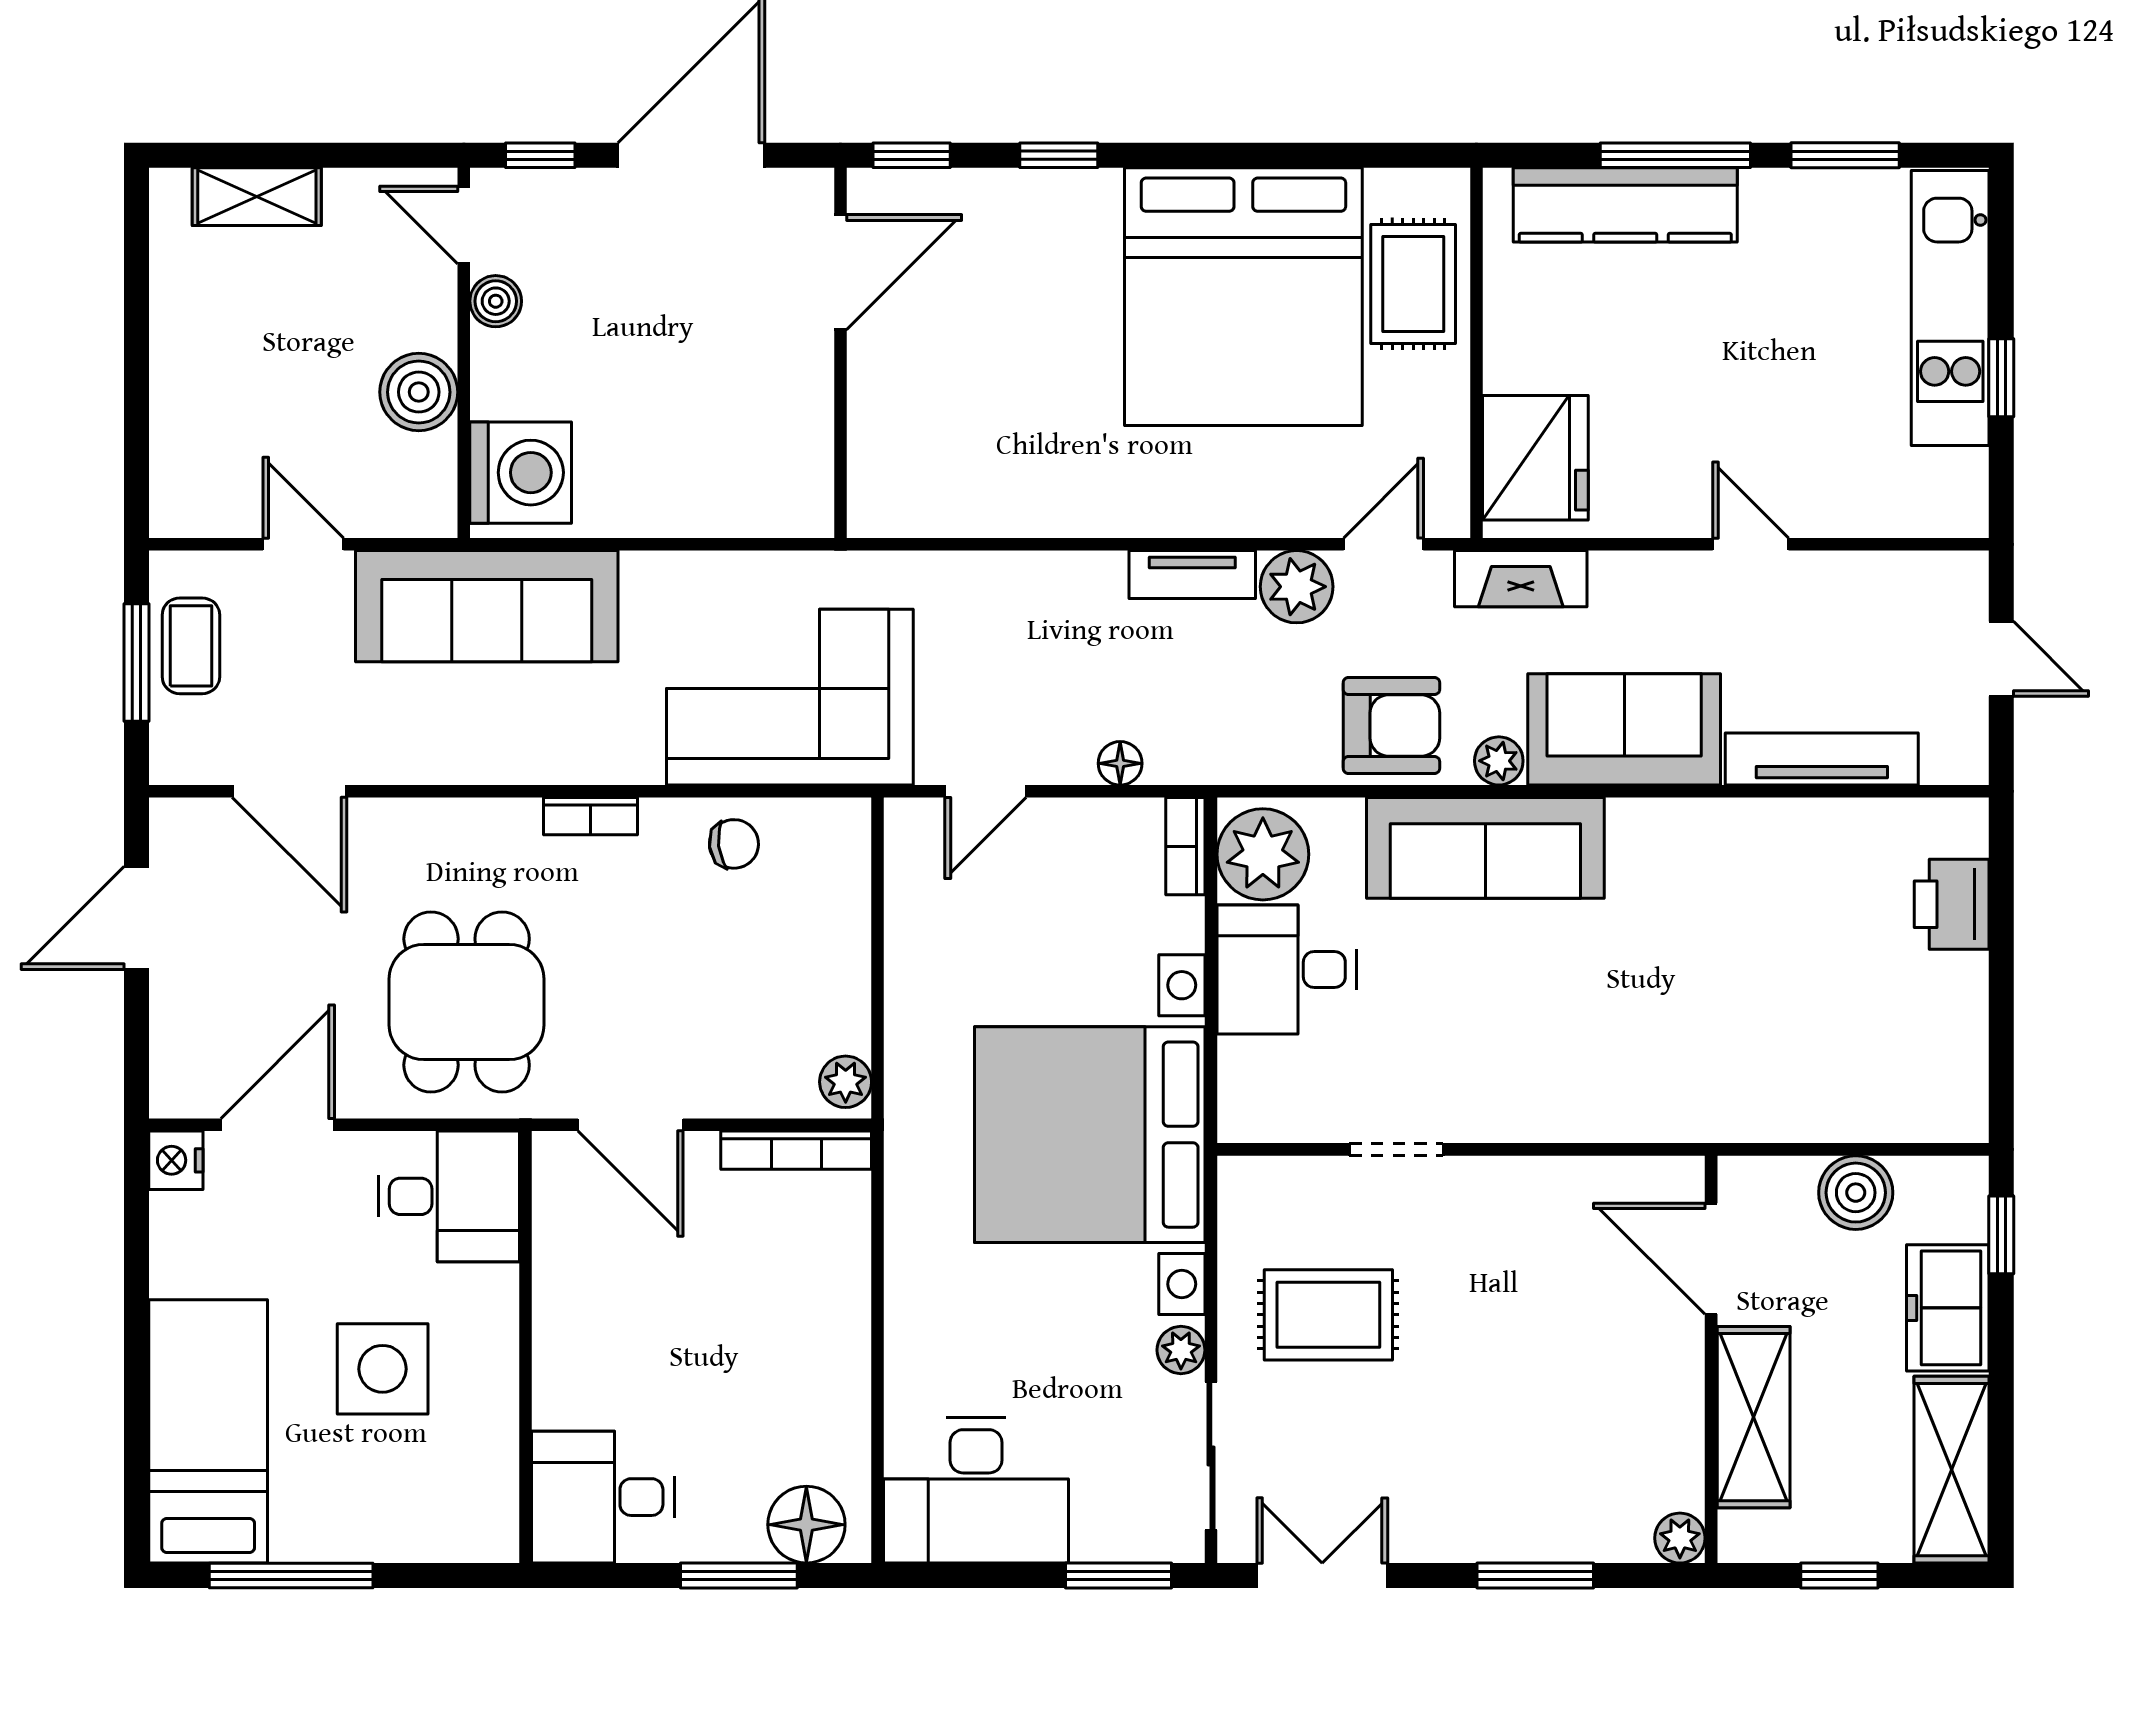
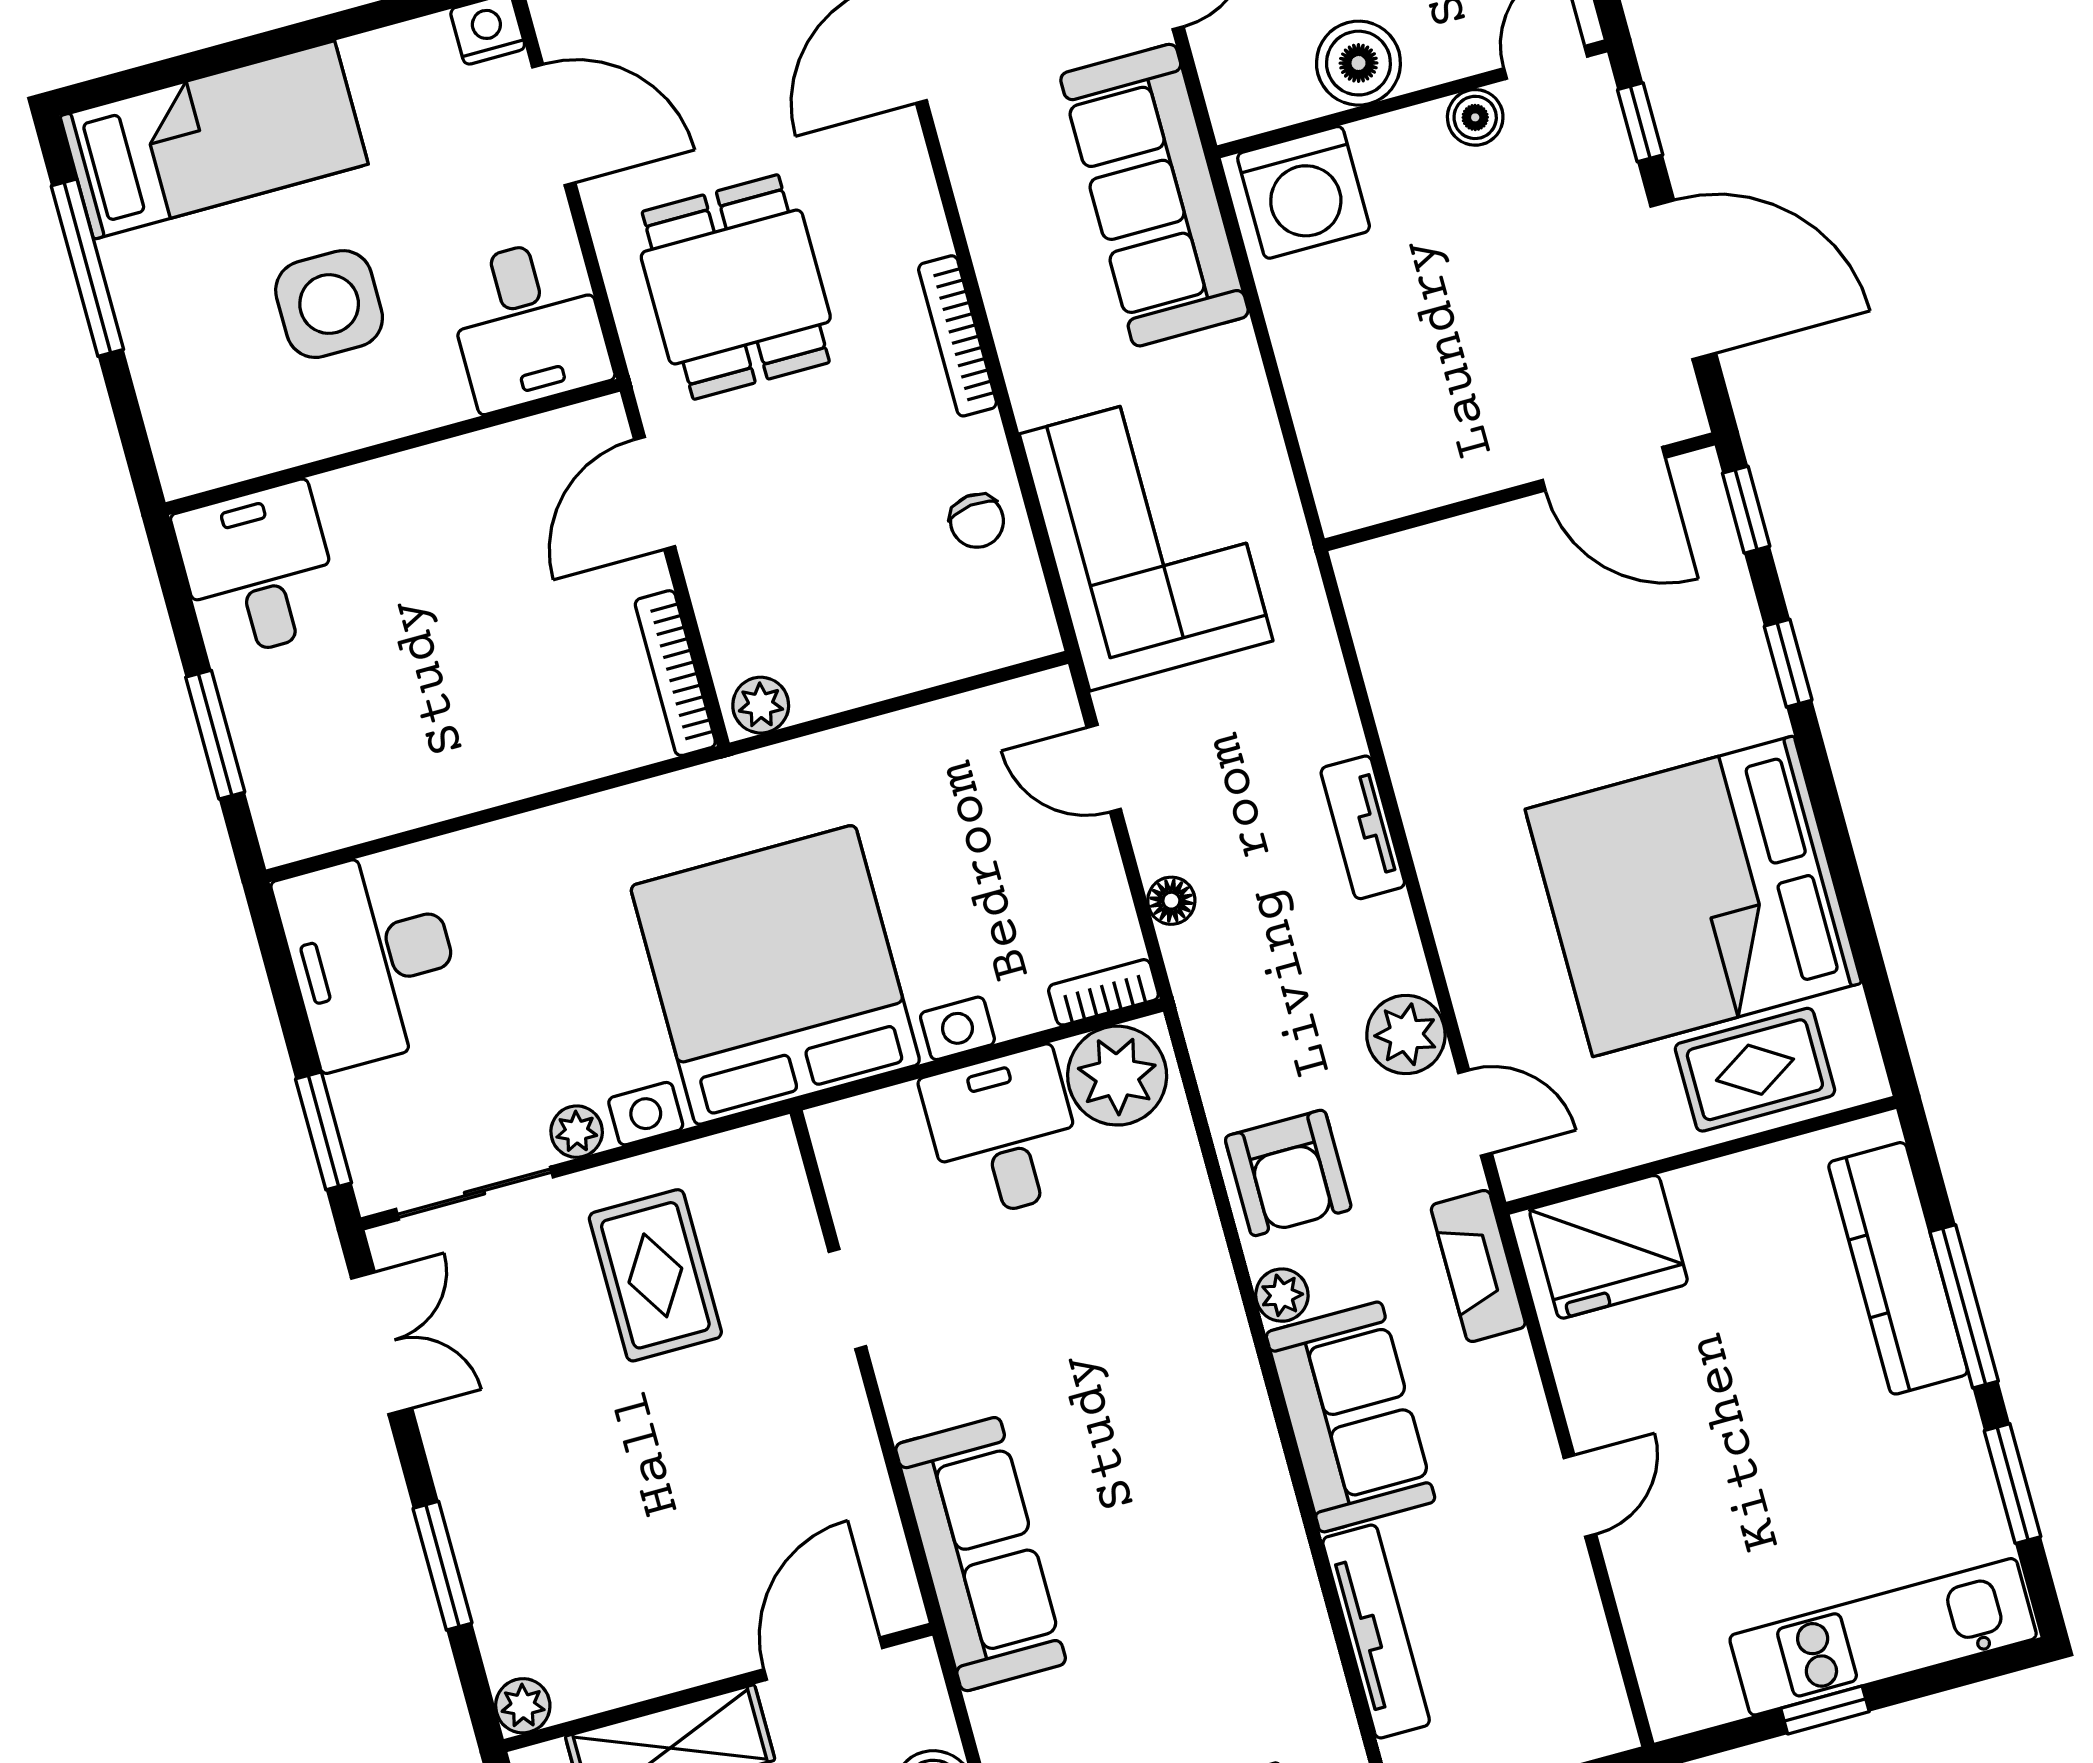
tv unit: (1192, 575) -> (1363, 827), moved
bookcase: (591, 816) -> (957, 336), width x1.56
sofa: (1485, 848) -> (981, 1554), moved, turned 180
dining table: (467, 1002) -> (736, 287), turned 90
floor lamp: (806, 1525) -> (288, 791), removed

